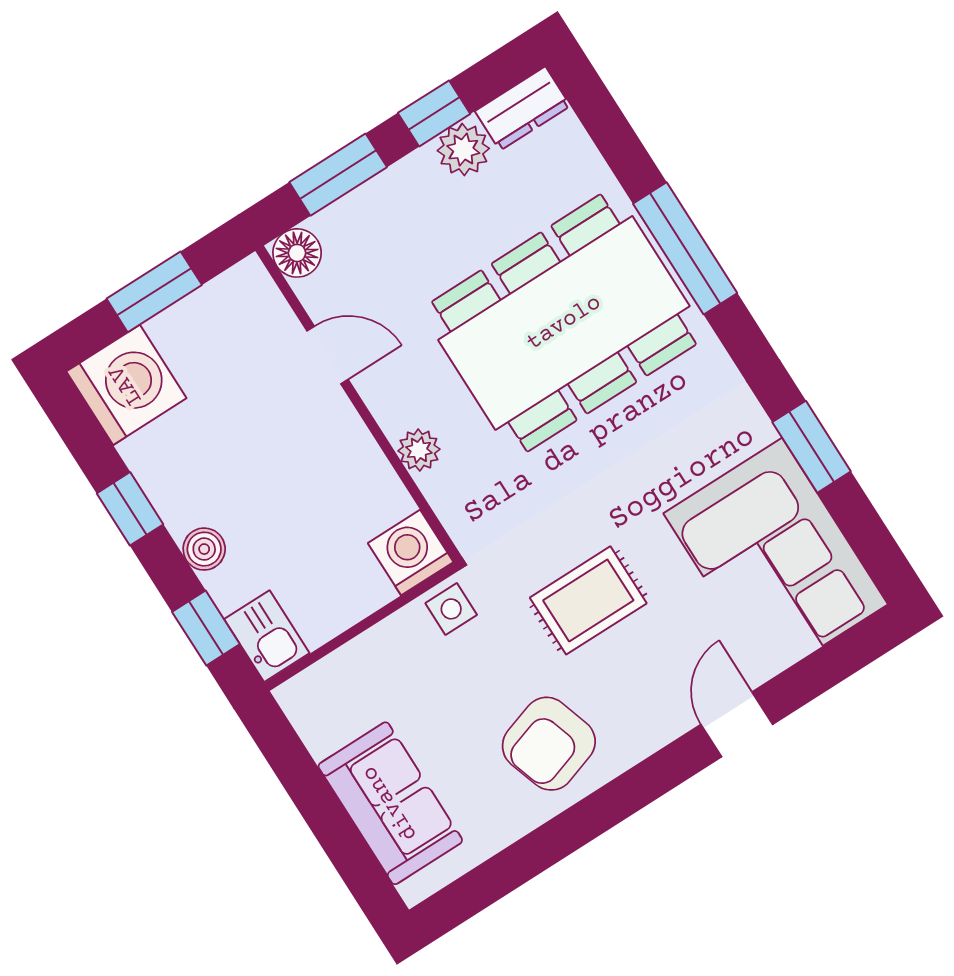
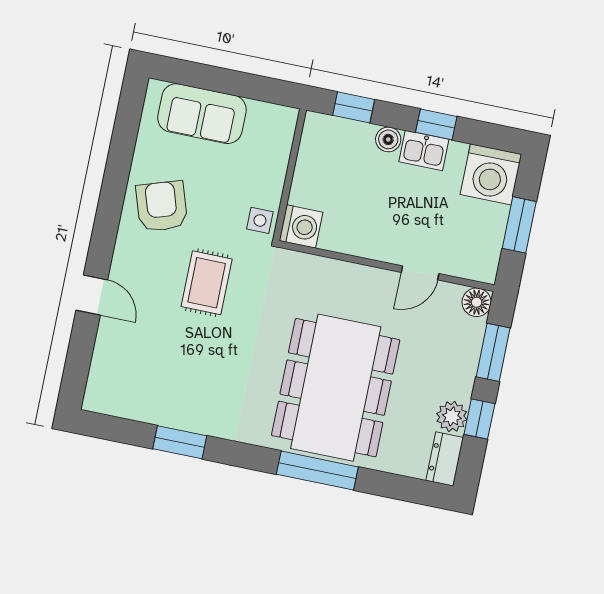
plant: (419, 450) -> (341, 273), removed
corner sofa: (776, 559) -> (147, 380), removed
kitchen sink: (267, 636) -> (424, 150), moved

